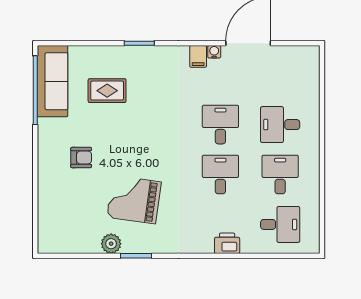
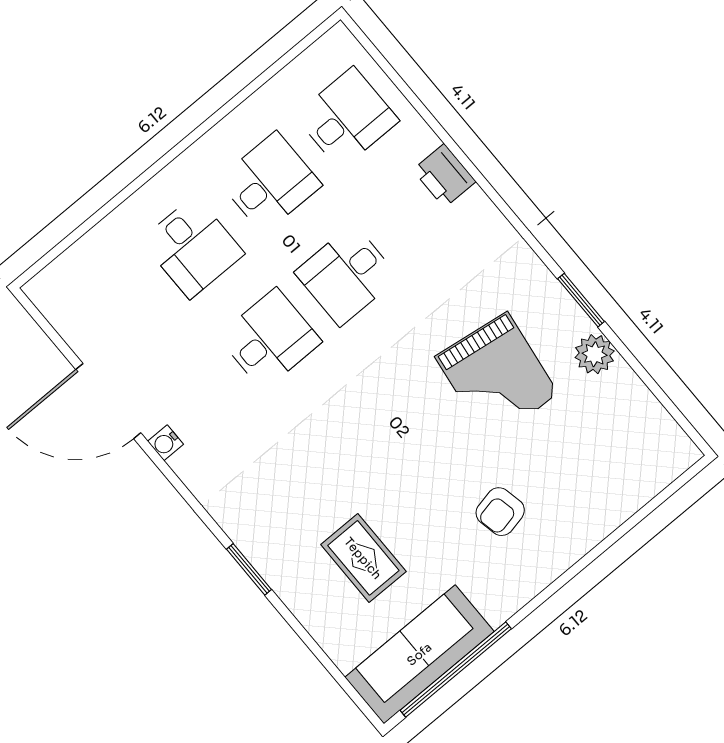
filing cabinet: (198, 56) -> (193, 462), removed
desk: (220, 125) -> (270, 339), turned 180
armchair: (81, 158) -> (500, 512), turned -102
desk: (280, 174) -> (270, 183), turned 180
desk: (280, 224) -> (347, 118), turned 90

